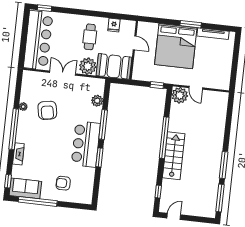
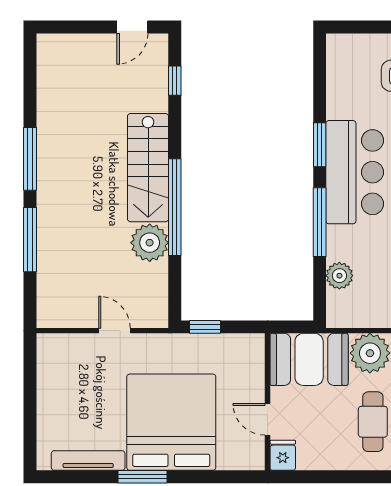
fridge: (114, 25) -> (283, 455), moved
plant: (180, 95) -> (150, 243), moved
window: (220, 198) -> (30, 240), moved

